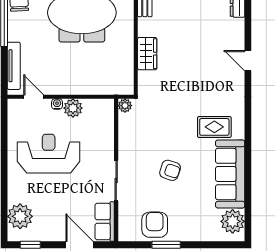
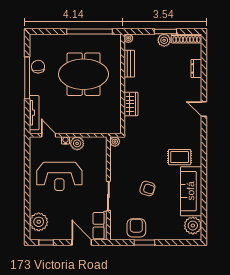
reception desk: (49, 154) -> (59, 176), turned 180

